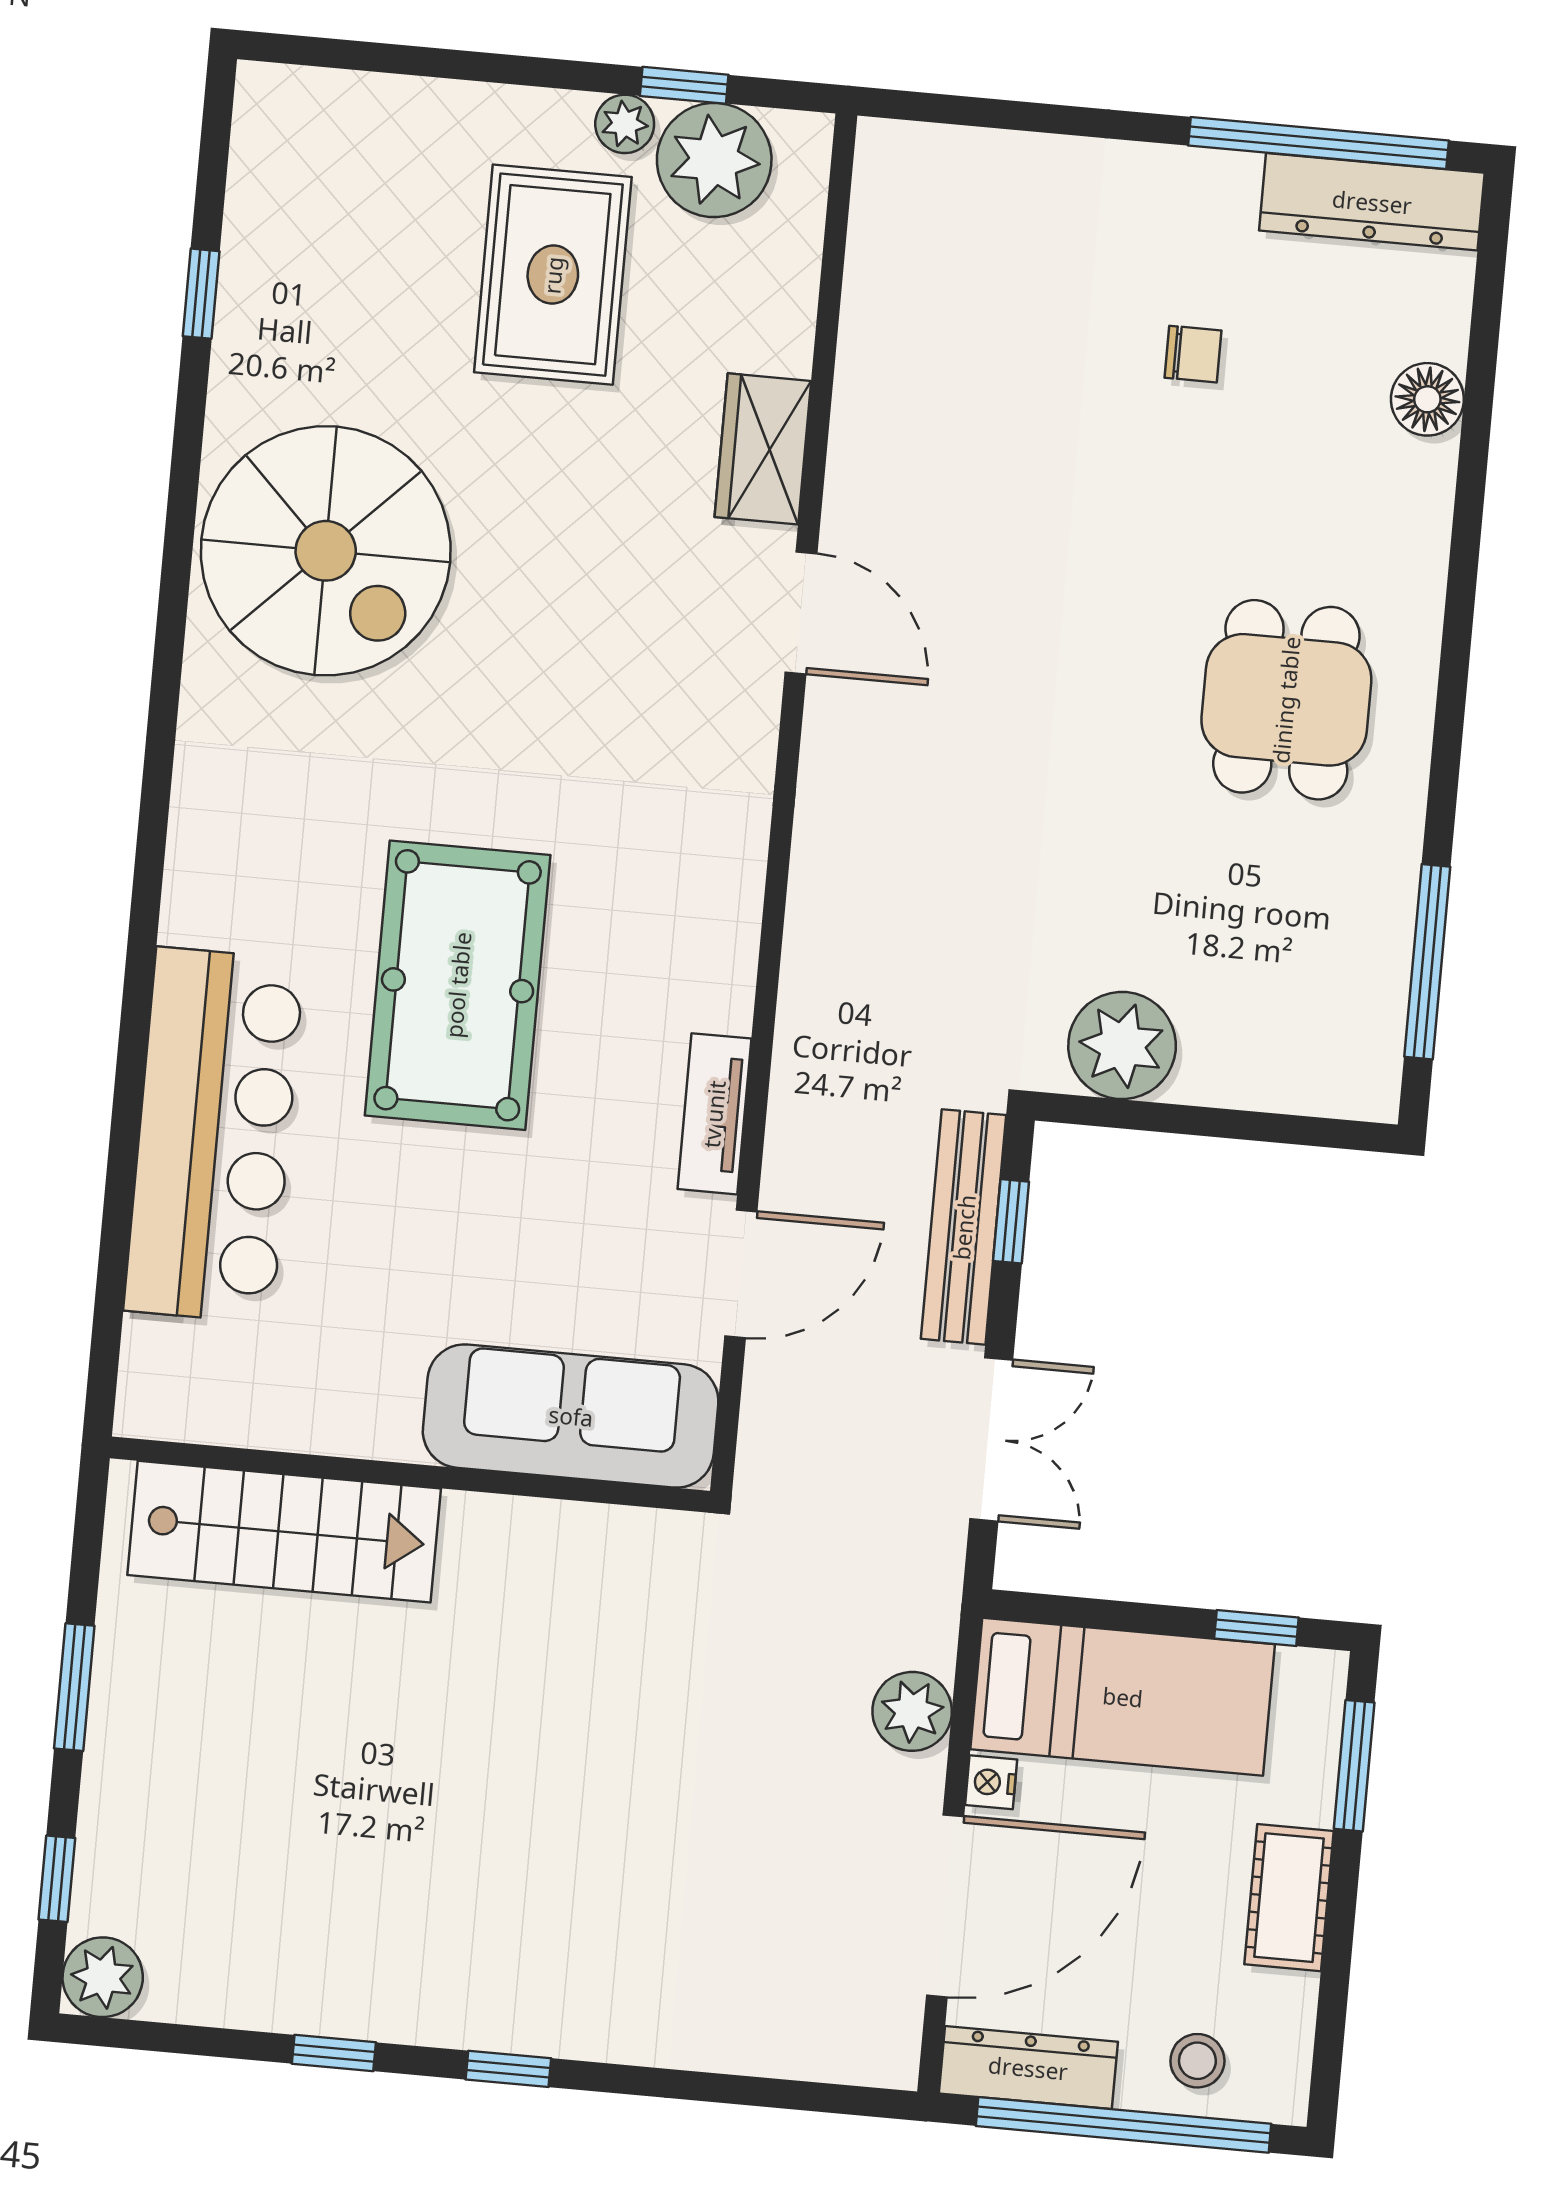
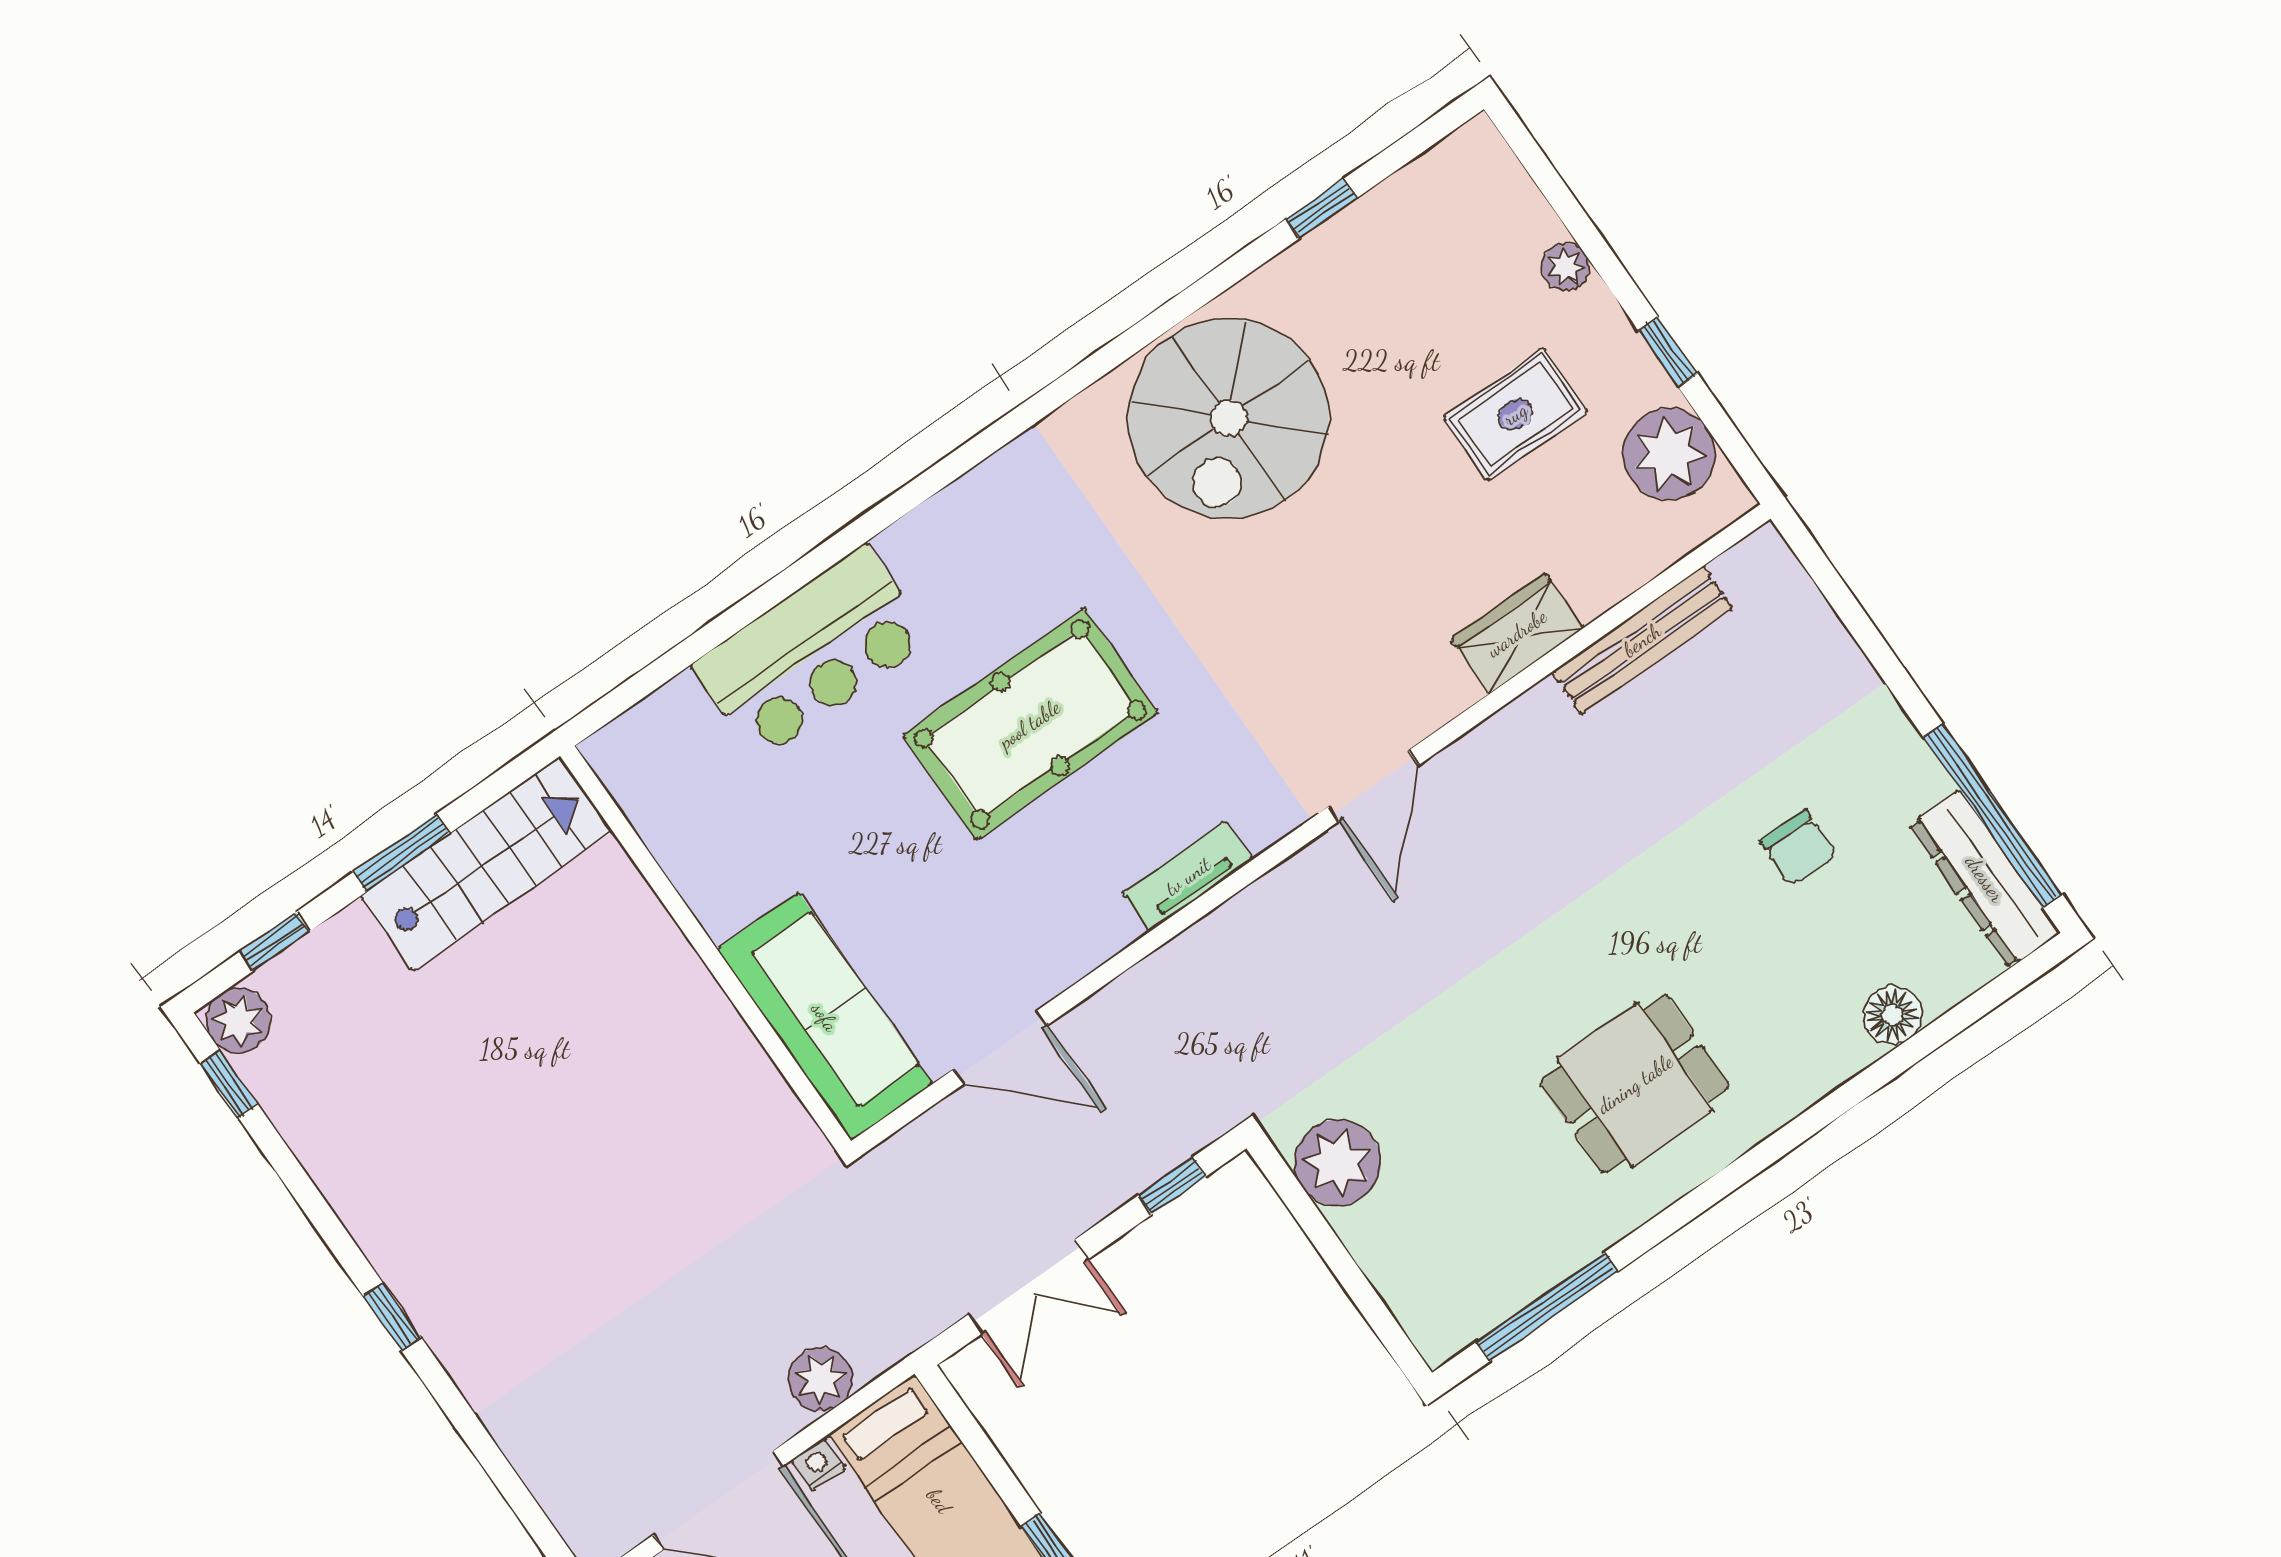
window: (684, 85) -> (1668, 352), moved
plant: (625, 124) -> (1566, 267), moved
rug: (553, 275) -> (1515, 414), width x0.73, depth x0.70
chair: (1193, 354) -> (1798, 848), width x1.37, depth x1.37
door: (801, 613) -> (1373, 786), moved
tv unit: (714, 1114) -> (1188, 876), moved
bar counter: (214, 1135) -> (812, 652), width x0.73
bench: (964, 1227) -> (1642, 640), moved
stairs: (284, 1532) -> (486, 864), moved, turned -90
window: (334, 2053) -> (229, 1084), moved

